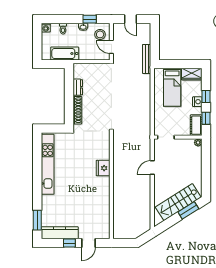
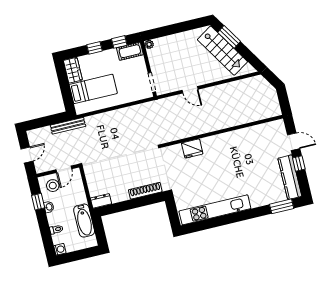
dresser: (78, 87) -> (101, 201), moved
nightstand: (197, 102) -> (103, 56), removed
fridge: (103, 168) -> (192, 148), moved

